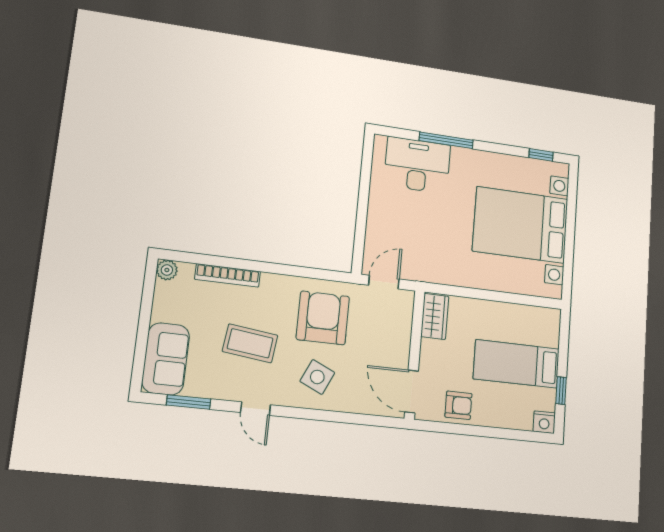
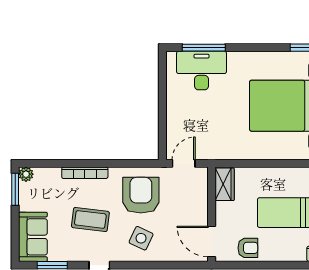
window: (446, 140) -> (204, 48), moved
bookcase: (228, 275) -> (85, 173), moved
window: (149, 289) -> (15, 189), added

